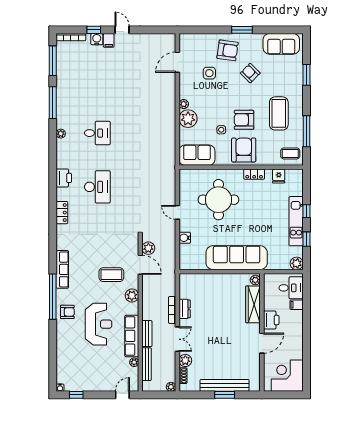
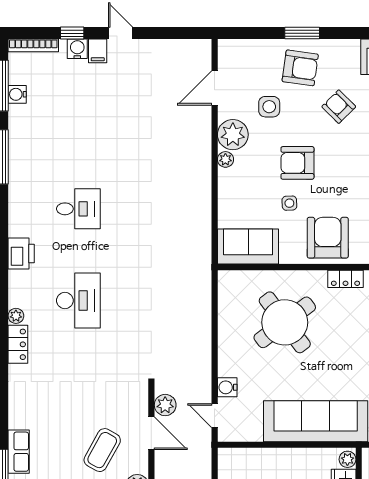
window: (242, 30) -> (302, 33), moved
water cooler: (62, 66) -> (17, 94), added
plant: (188, 119) -> (233, 135), moved
armchair: (244, 120) -> (297, 163), moved
plant: (61, 134) -> (16, 316), moved
printer: (64, 178) -> (21, 253), moved
round table: (218, 200) -> (285, 322), turned -37
door: (177, 212) -> (215, 416), moved
row of seats: (62, 269) -> (19, 452), width x0.68
coffee table: (111, 275) -> (102, 450), turned -61

